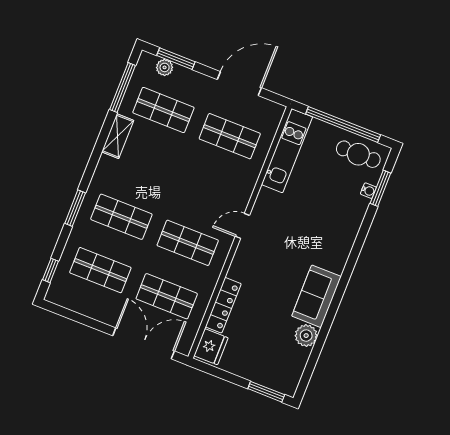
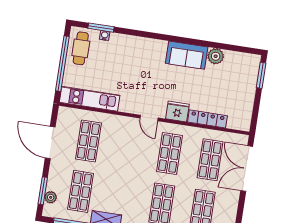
fridge: (211, 347) -> (177, 111), moved

